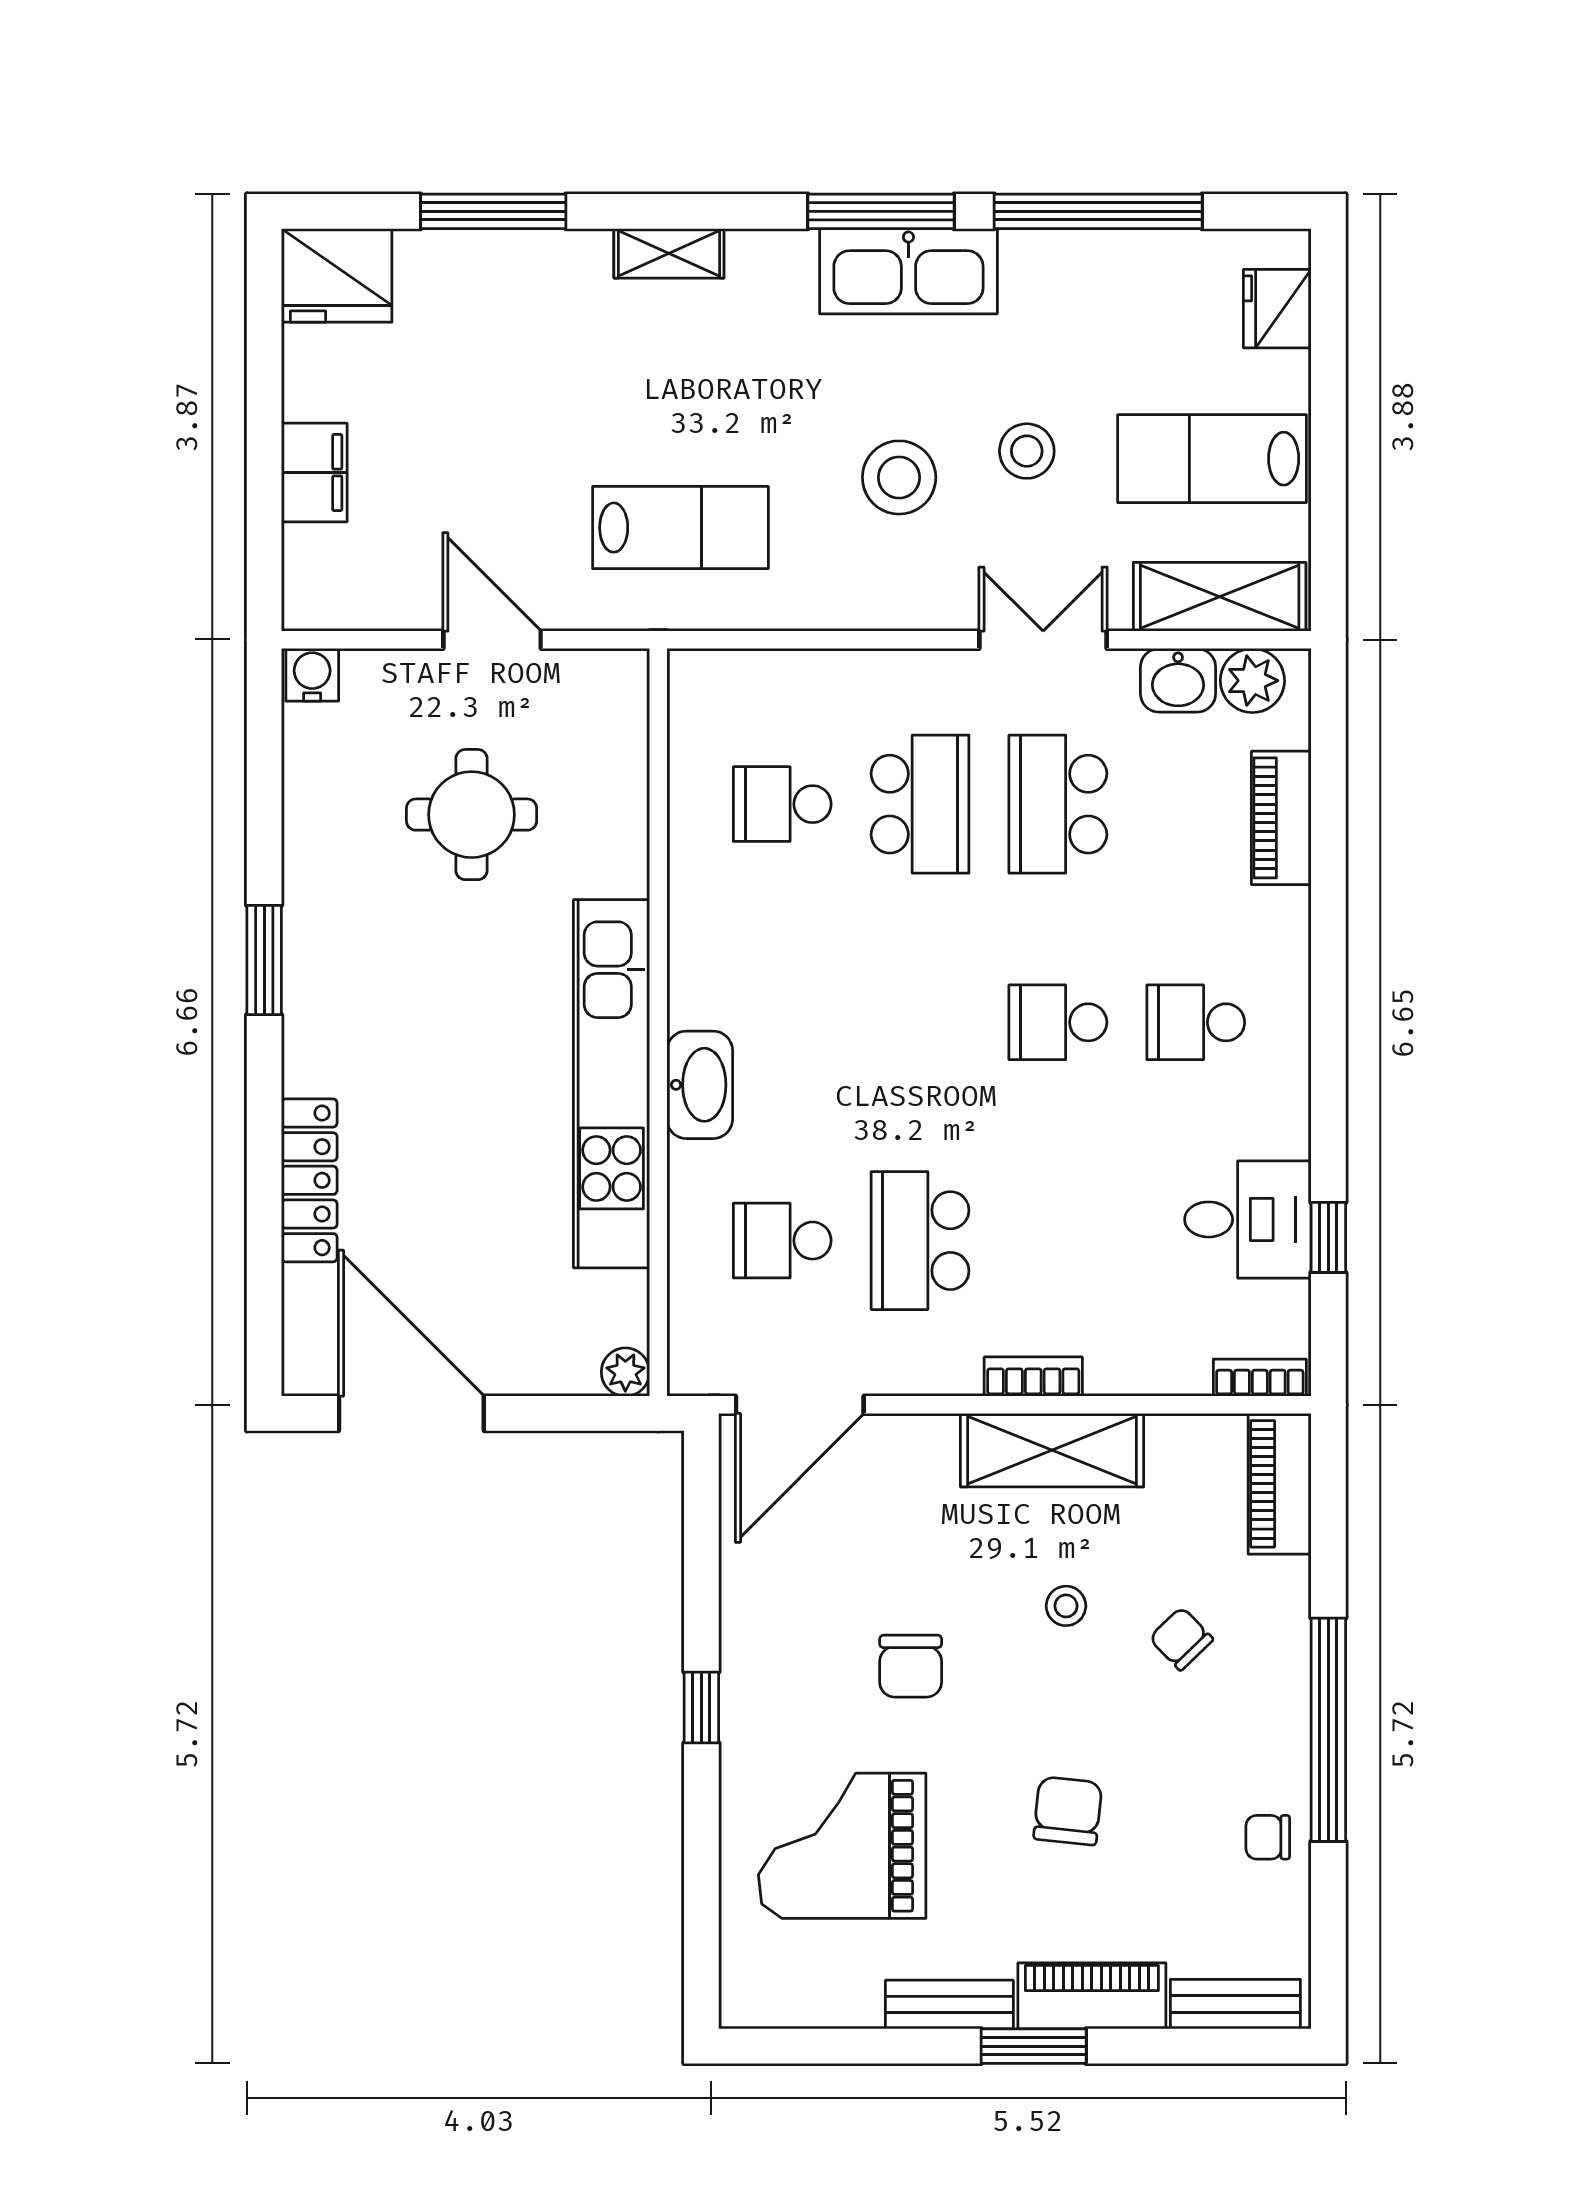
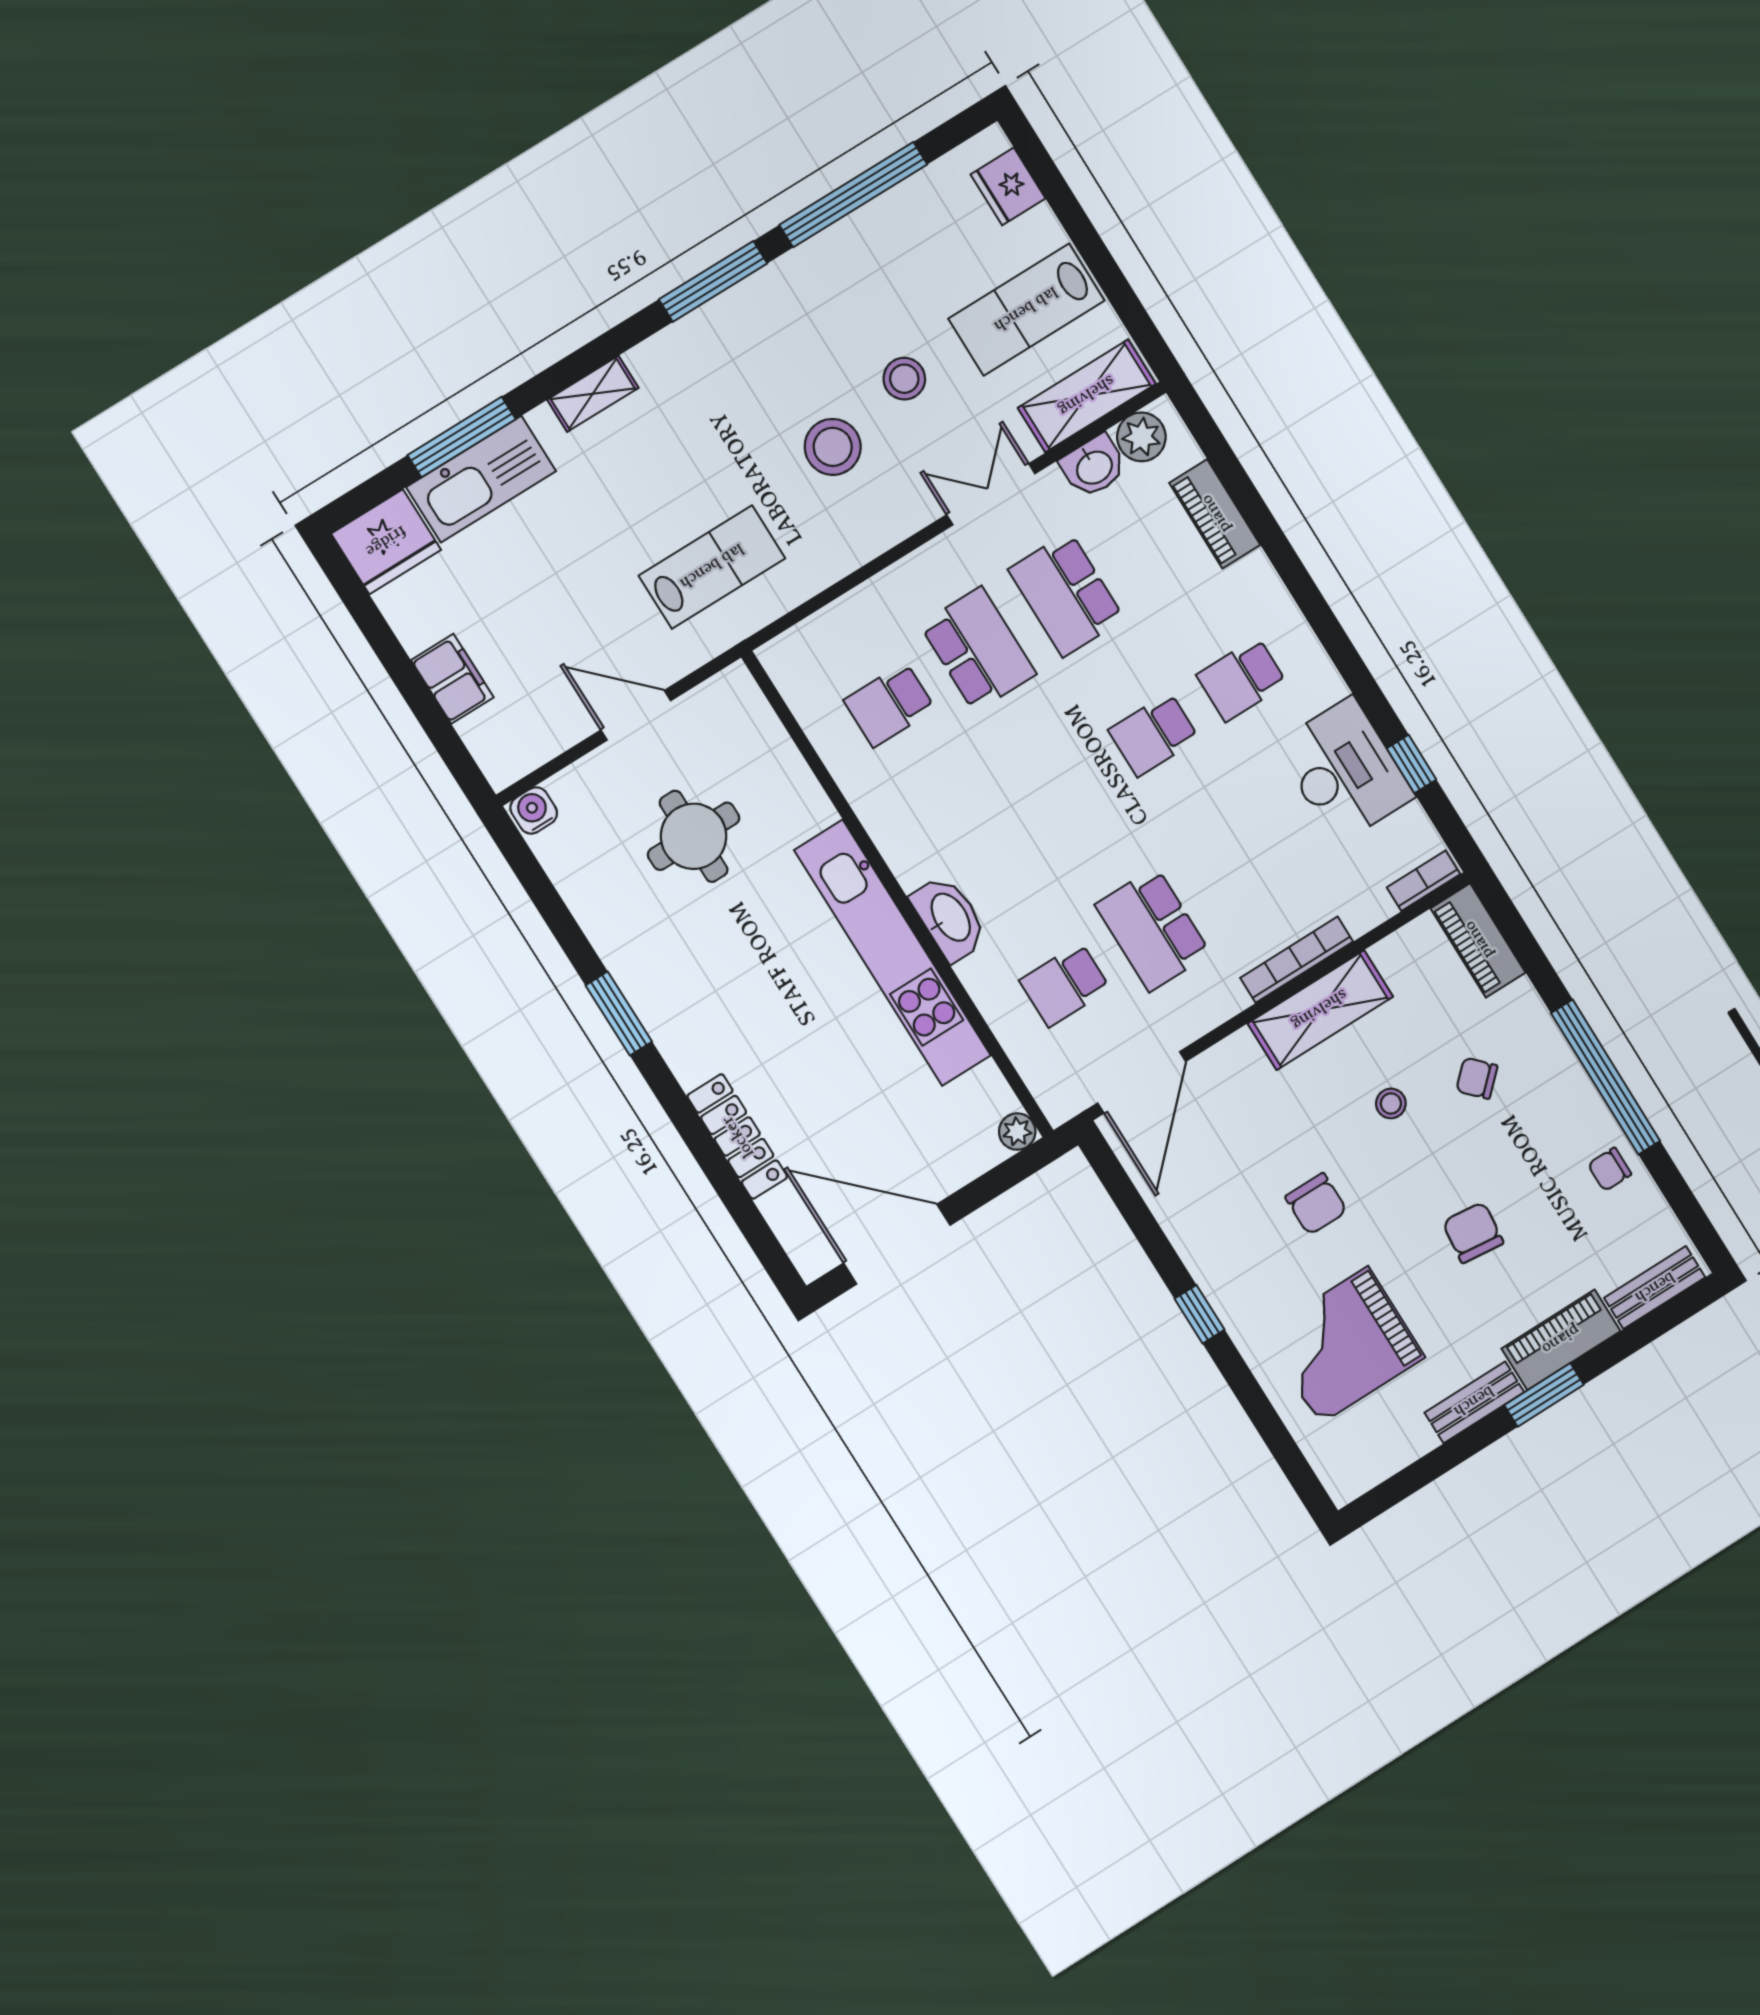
kitchen sink: (908, 271) -> (481, 479), moved
desk: (1248, 1219) -> (1345, 771), width x1.37
bookcase: (1033, 1377) -> (1297, 960), width x1.56

